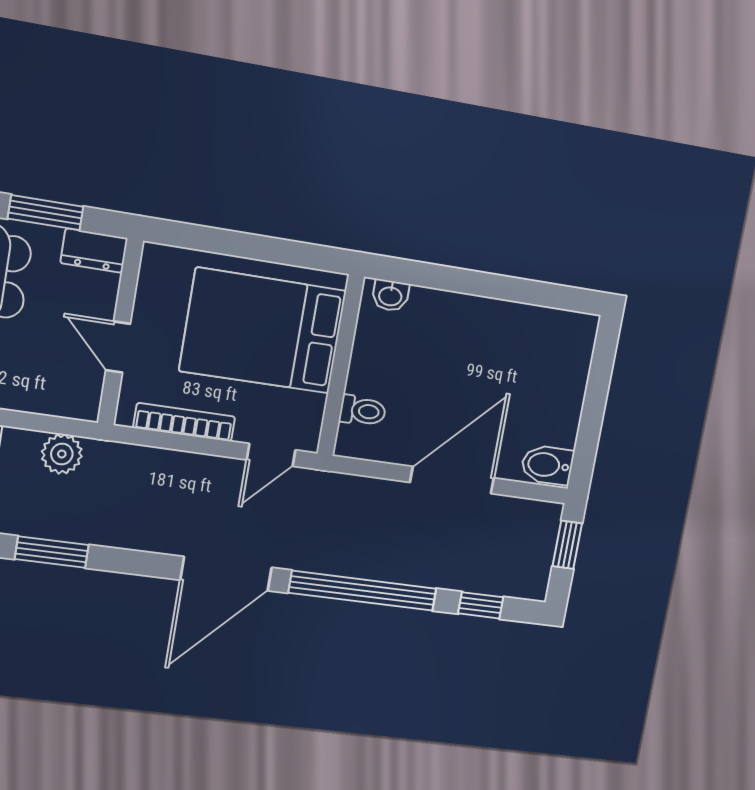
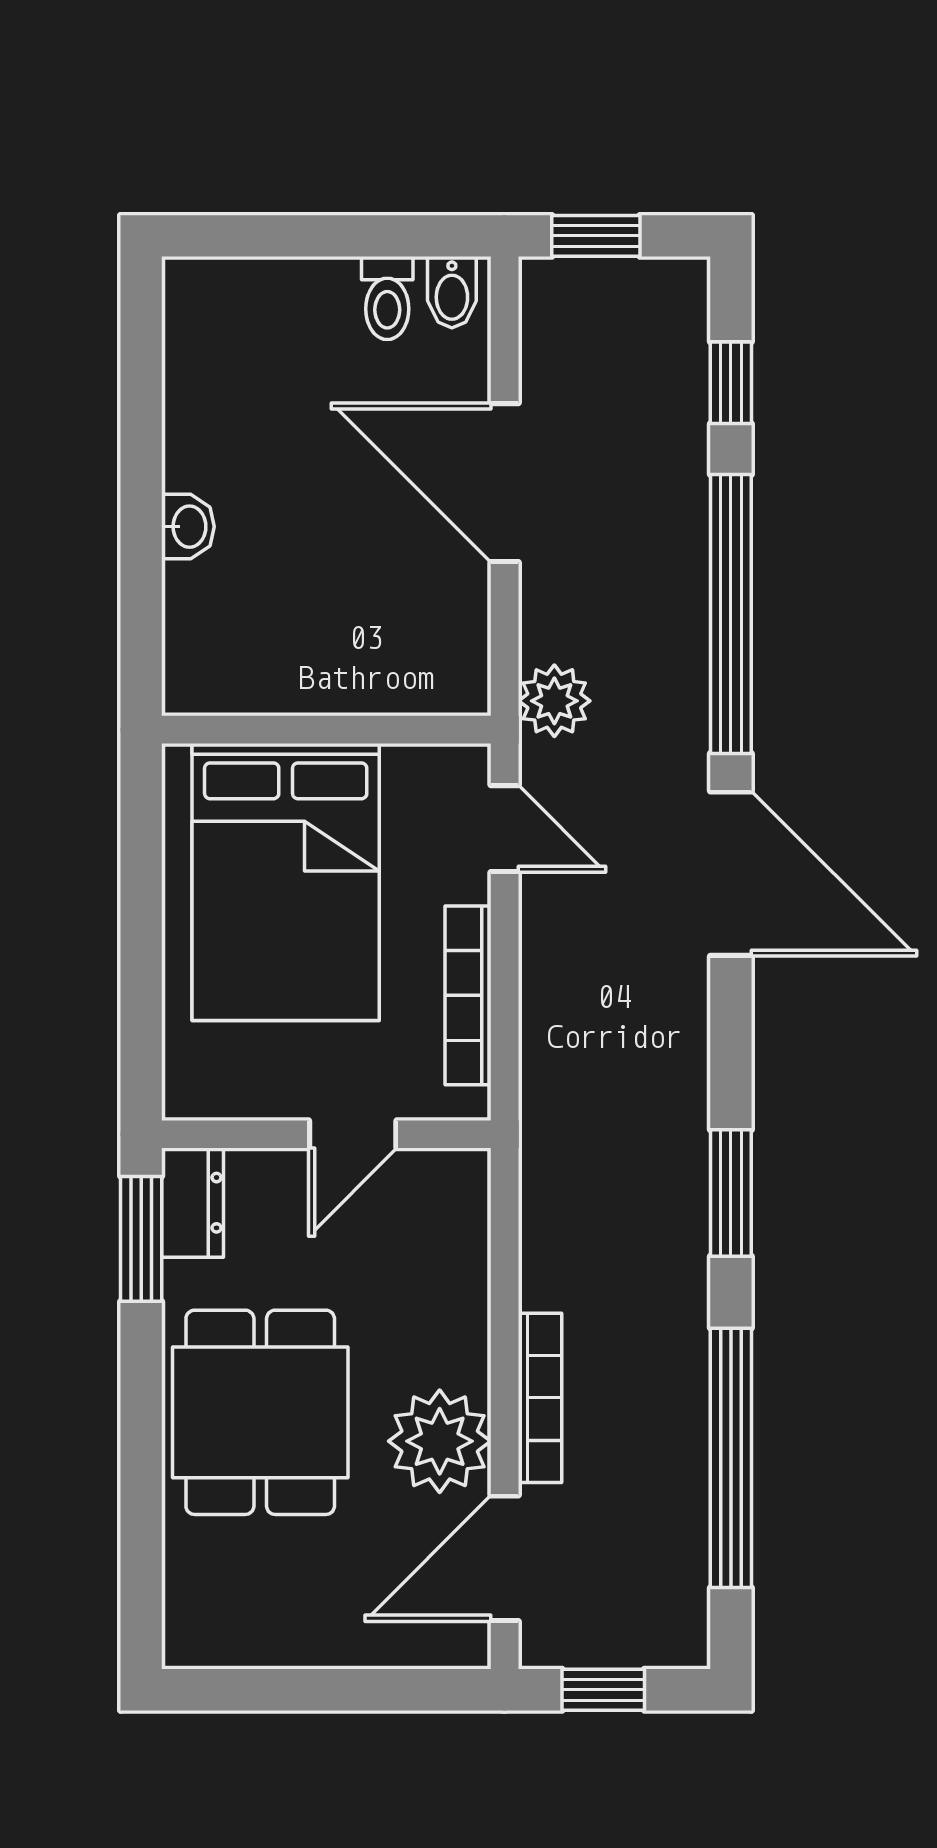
window: (46, 213) -> (141, 1239), moved
washbasin: (390, 296) -> (188, 527), moved
toilet: (363, 411) -> (387, 298), moved, turned 180
plant: (62, 454) -> (554, 701), moved
bidet: (547, 465) -> (452, 292), width x0.72, depth x0.74

